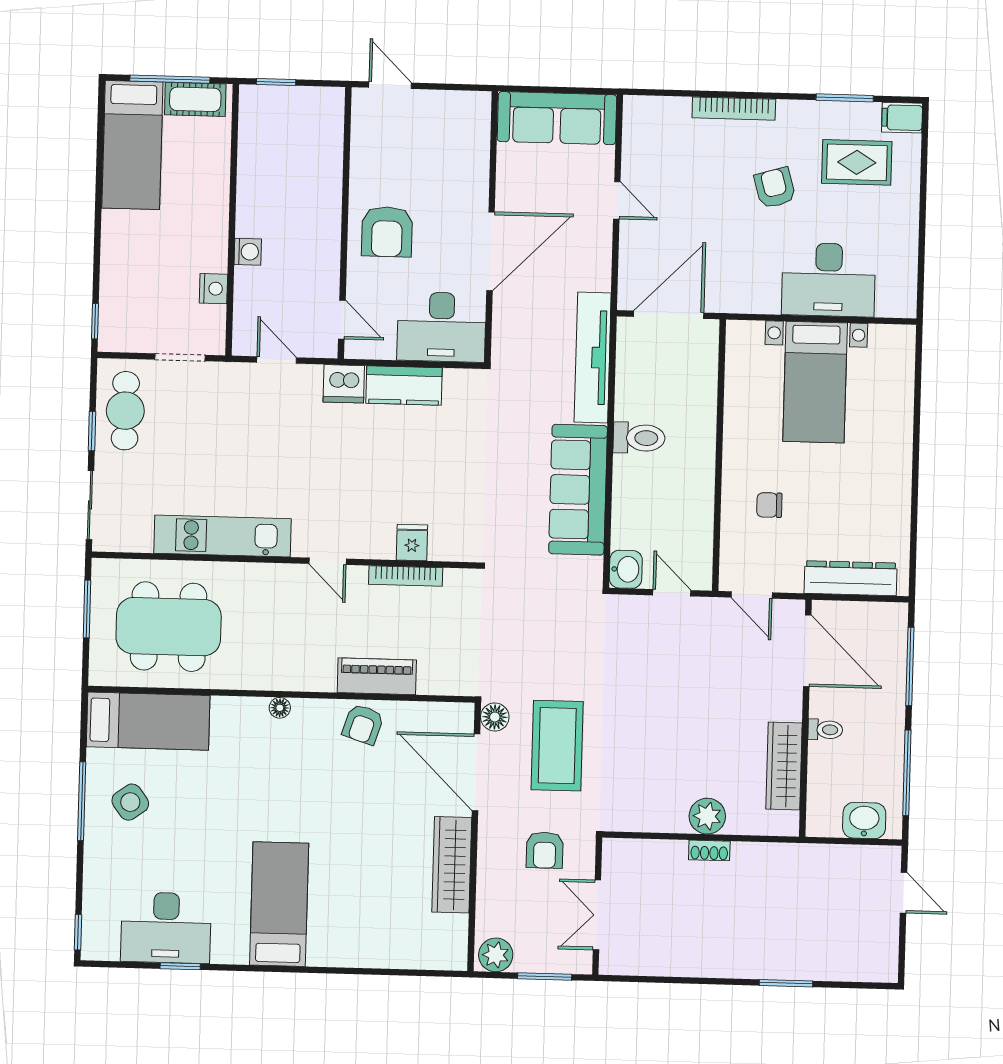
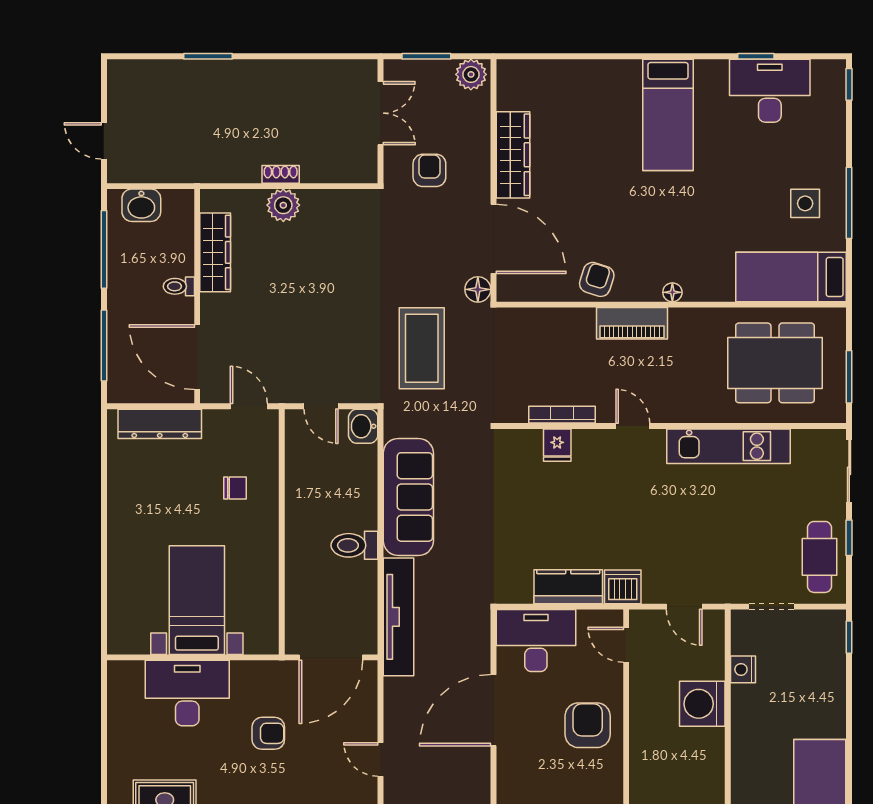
armchair: (775, 188) -> (268, 733), moved, turned -74
washing machine: (248, 252) -> (702, 704), width x1.89, depth x1.89
piano: (377, 676) -> (632, 323), moved
coffee table: (557, 746) -> (422, 348), moved
side table: (130, 802) -> (805, 203), turned 36

